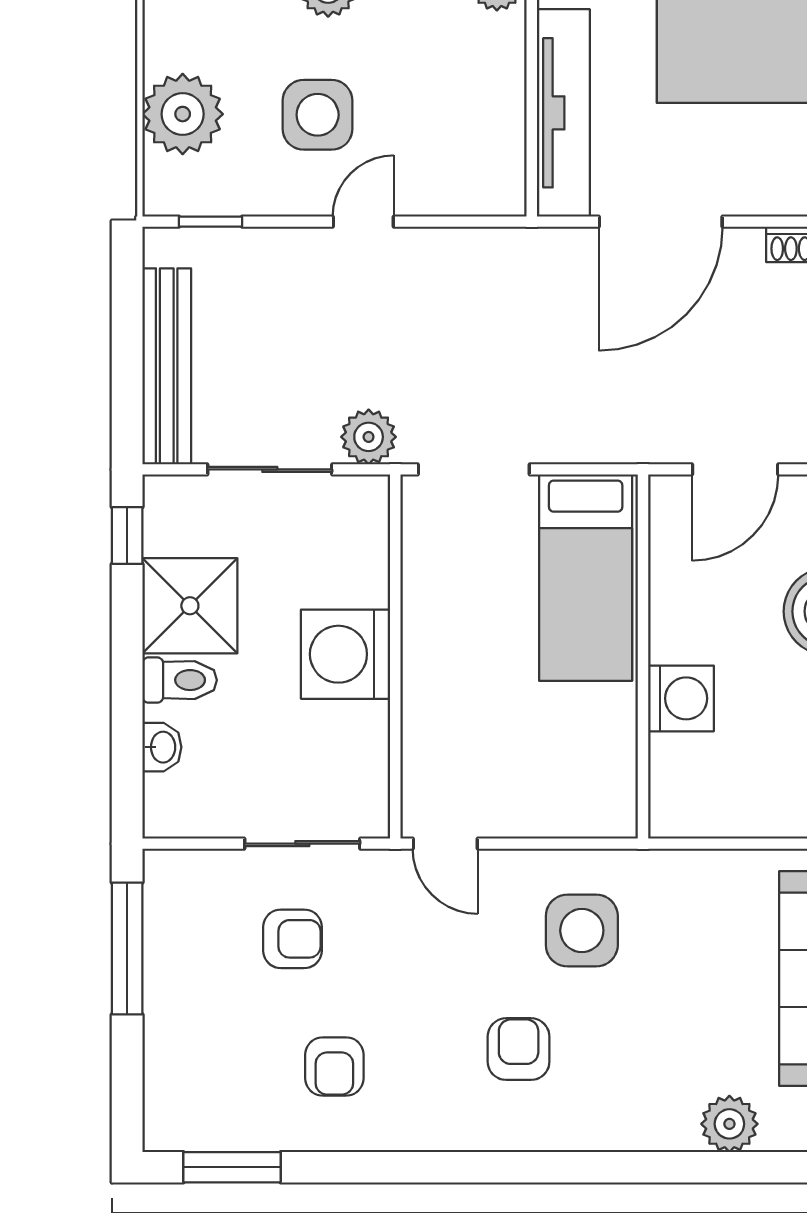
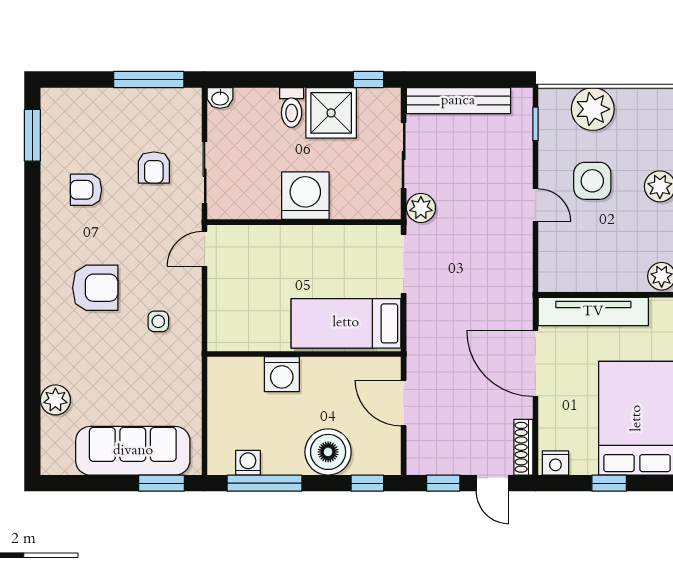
washbasin: (162, 747) -> (220, 98), moved
side table: (582, 931) -> (158, 321), width x0.54, depth x0.54
armchair: (519, 1049) -> (95, 288), width x1.38, depth x1.38

